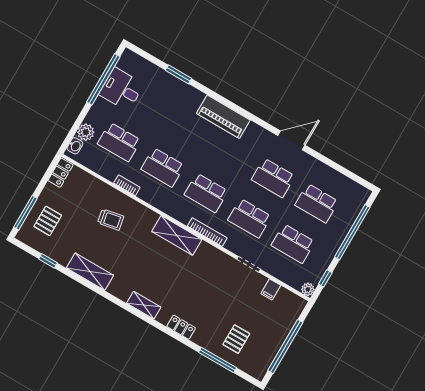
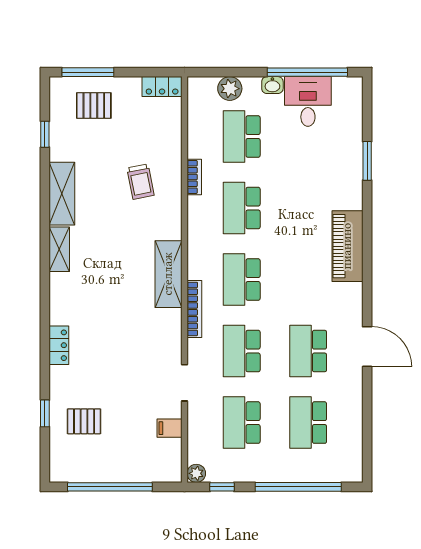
washbasin: (75, 146) -> (272, 85), moved
shelving: (144, 305) -> (59, 249), moved
window: (218, 360) -> (45, 413), width x0.46

